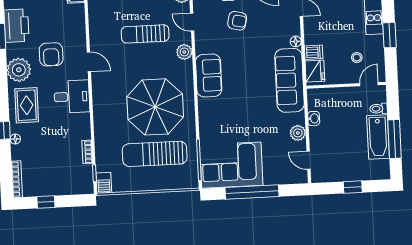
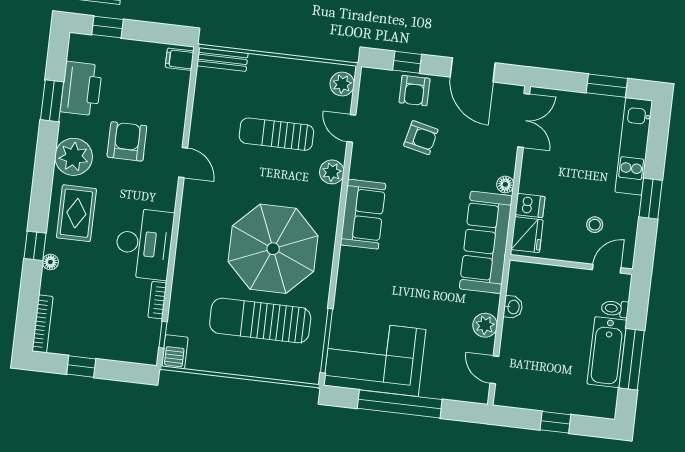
armchair: (51, 54) -> (127, 141), turned 180
desk: (72, 97) -> (144, 244), moved, width x1.37

